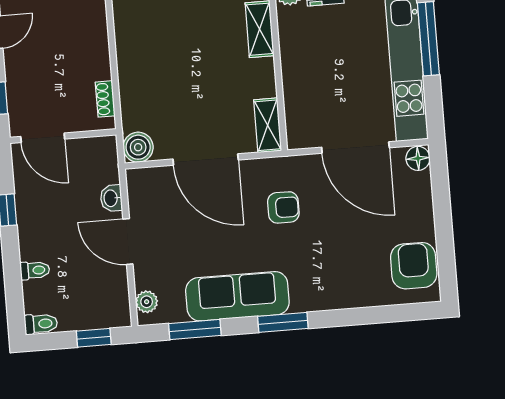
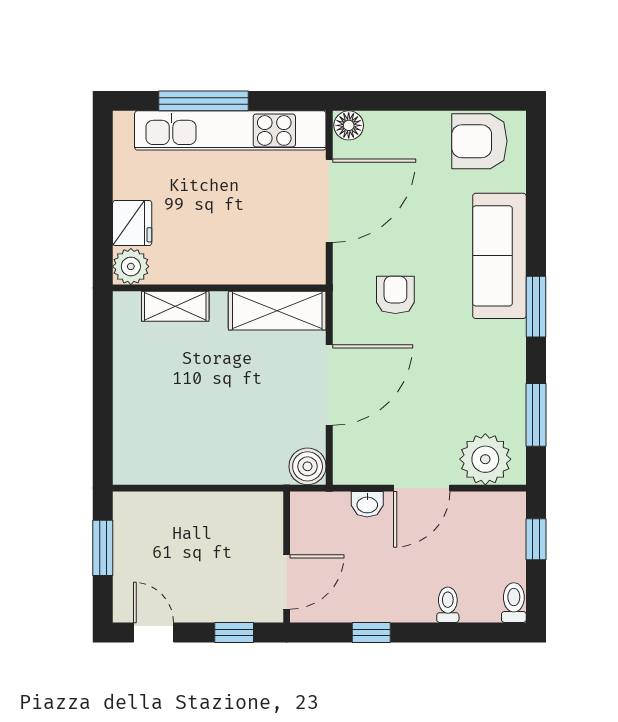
shoe rack: (105, 99) -> (245, 502), removed
shelving: (268, 125) -> (277, 311), width x1.50, depth x1.33
sofa: (237, 296) -> (499, 256), moved
plant: (147, 302) -> (485, 459), width x1.88, depth x1.88

